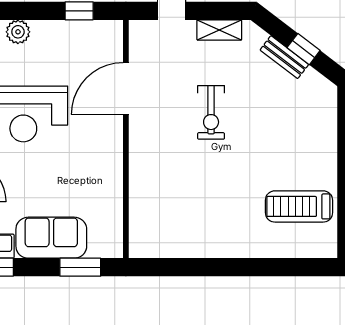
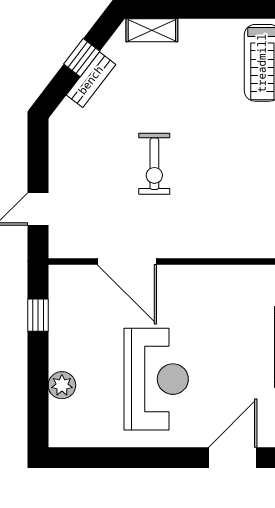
shelving: (219, 30) -> (152, 30), moved, turned 90
exercise bike: (211, 112) -> (154, 164), turned 90

